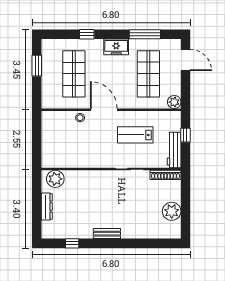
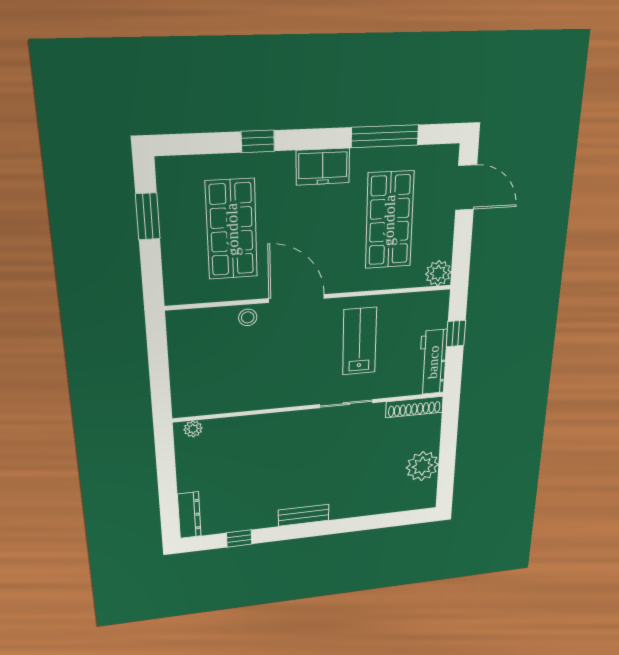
lab bench: (135, 135) -> (359, 341), turned 90
plant: (55, 179) -> (193, 429), width x0.53, depth x0.53
dresser: (47, 207) -> (189, 515), moved

